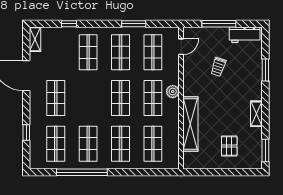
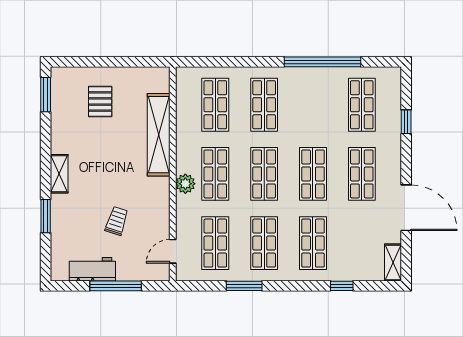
workbench: (245, 35) -> (92, 269), moved
shelving: (256, 114) -> (59, 174), moved
shop shelf: (88, 144) -> (313, 174), moved

